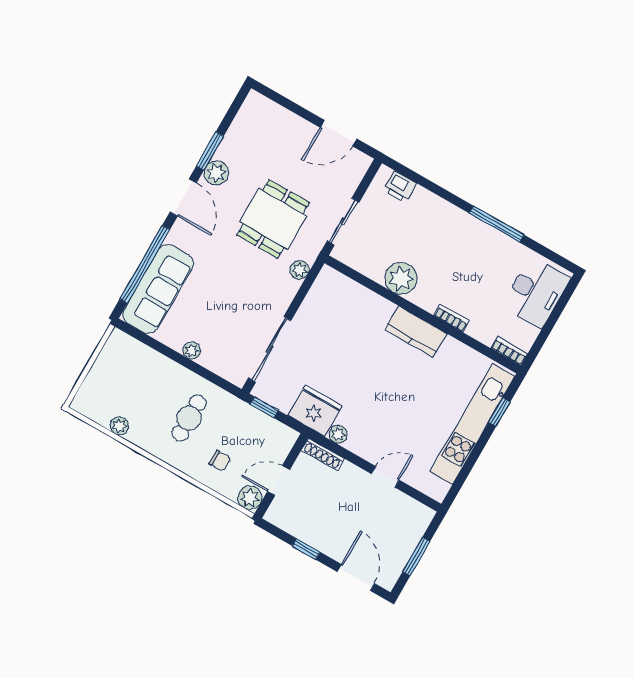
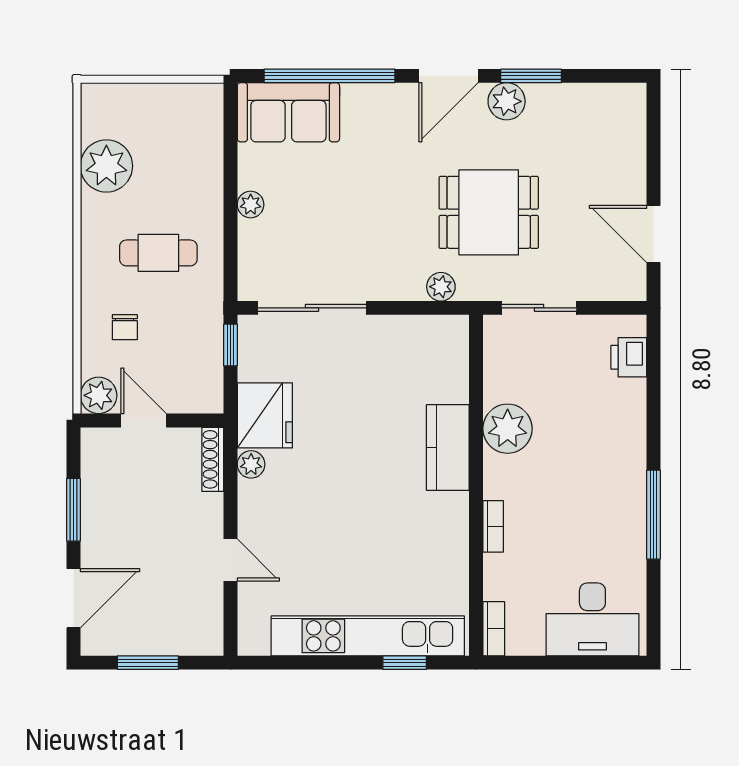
sofa: (158, 289) -> (288, 112), width x0.73
kitchen counter: (416, 332) -> (448, 447), moved
plant: (119, 426) -> (106, 166), width x1.87, depth x1.87
window: (306, 549) -> (74, 510), width x1.50

